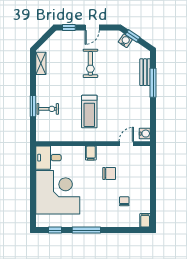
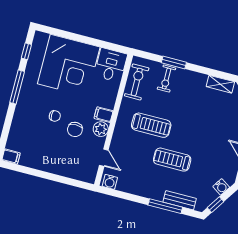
window: (133, 36) -> (215, 205), moved
exercise bike: (90, 63) -> (137, 82), moved, turned 90
treadmill: (113, 87) -> (172, 160), added
treadmill: (89, 112) -> (151, 125), turned 180
plant: (103, 152) -> (101, 129), added
chair: (124, 201) -> (55, 116), moved

